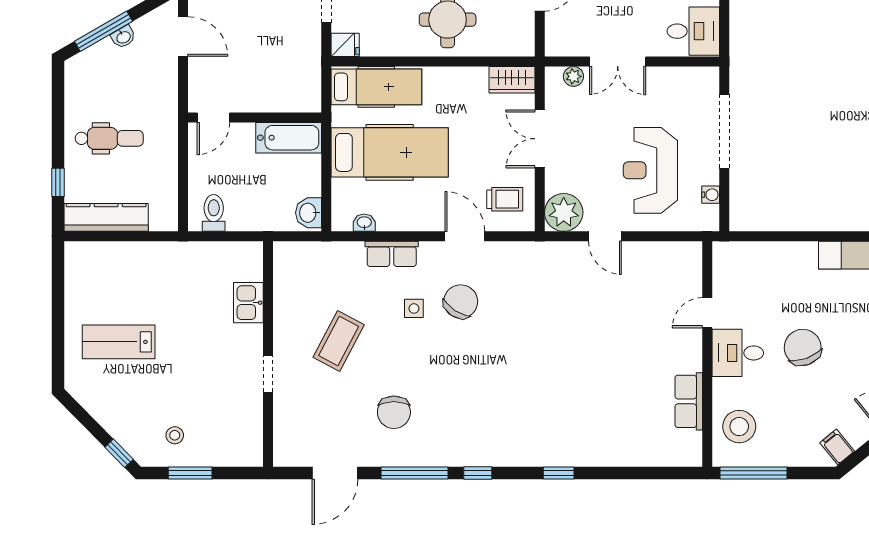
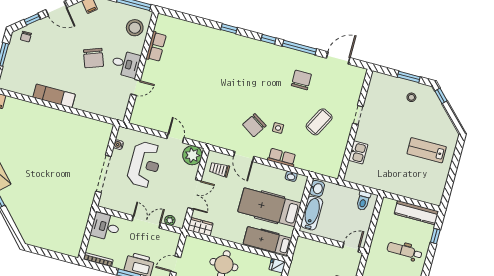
bathtub: (289, 138) -> (312, 213), moved, turned 90
lab bench: (119, 342) -> (427, 150), turned 180

